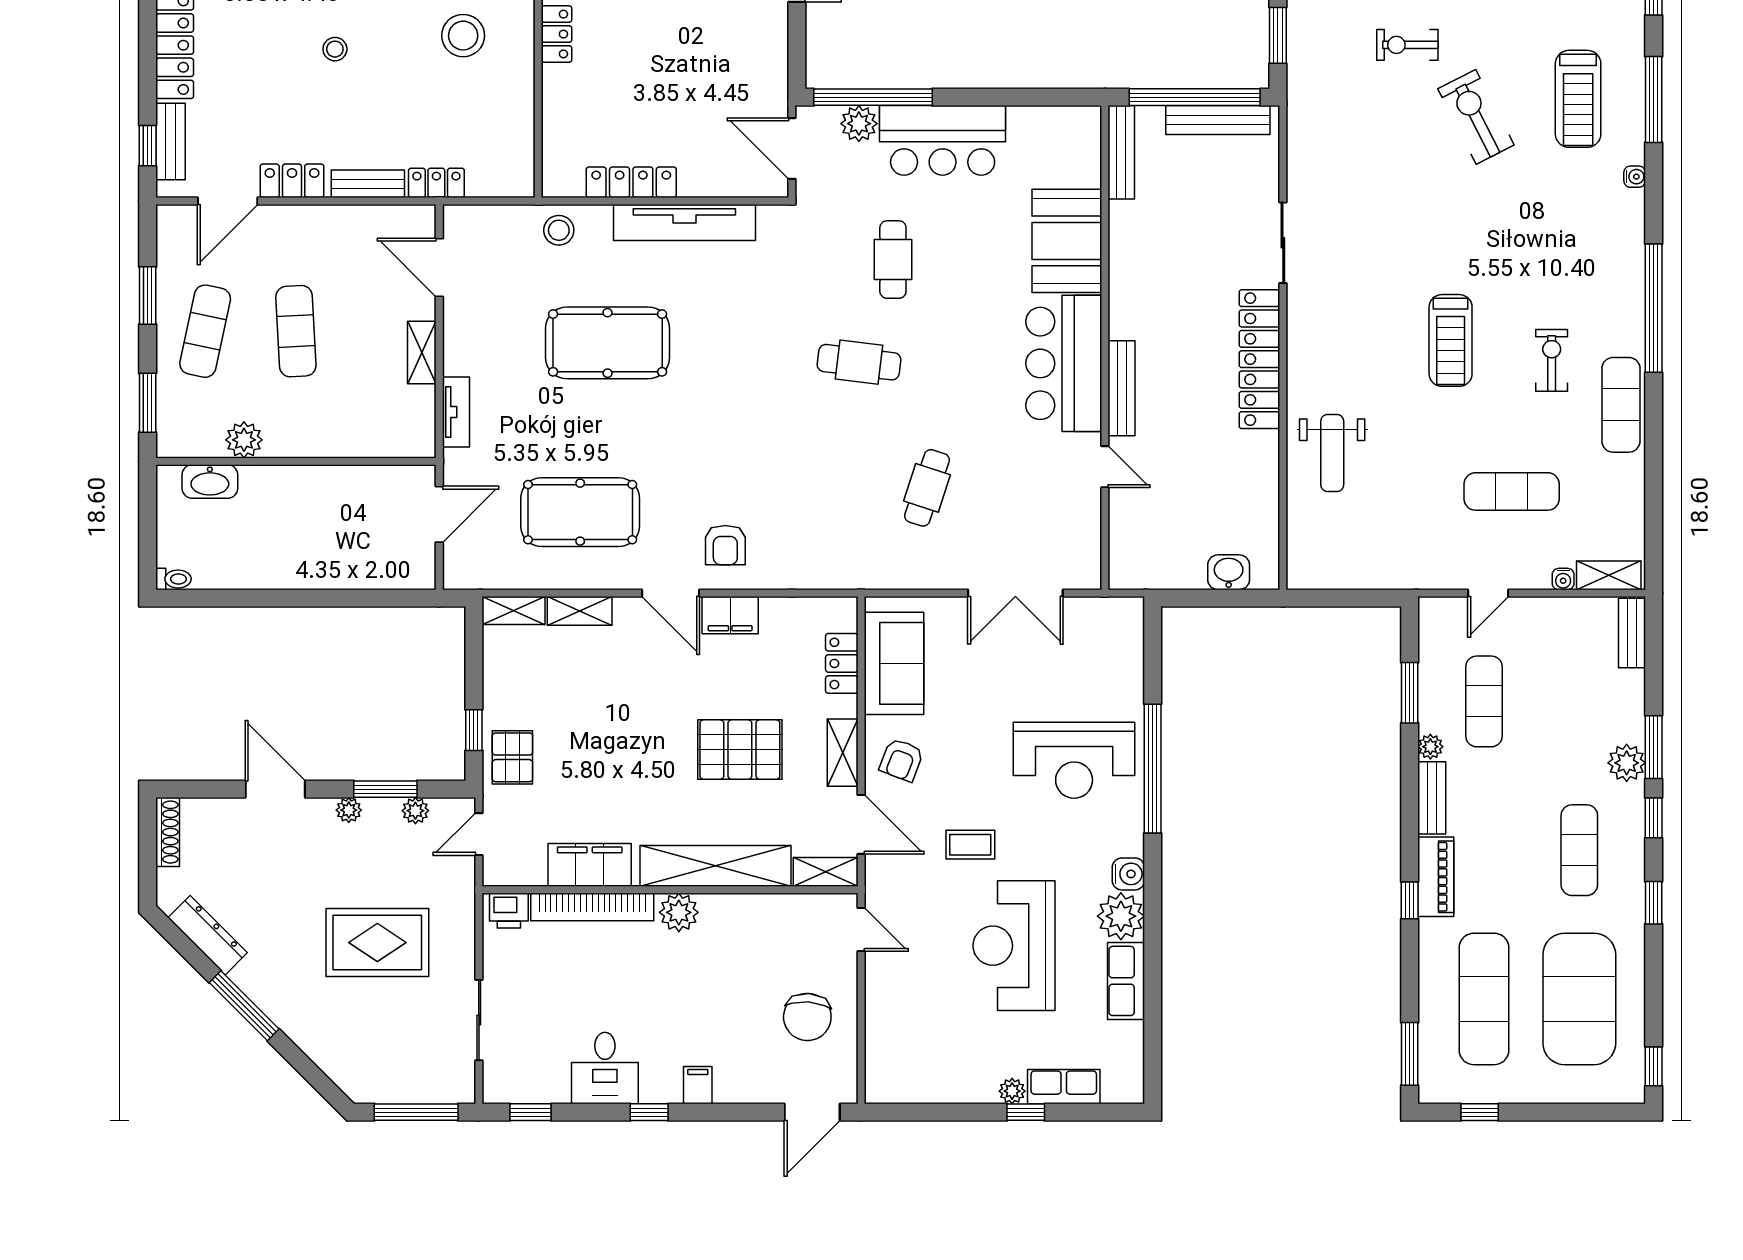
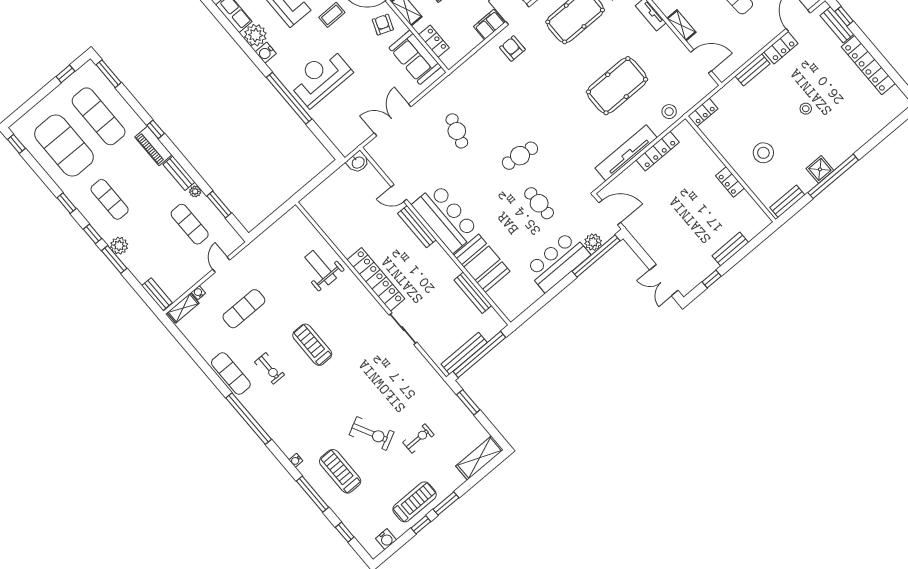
bench: (1121, 152) -> (473, 293), moved
locker: (436, 183) -> (703, 112), moved
washbasin: (1229, 572) -> (358, 162), moved

